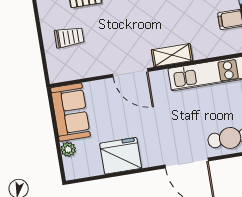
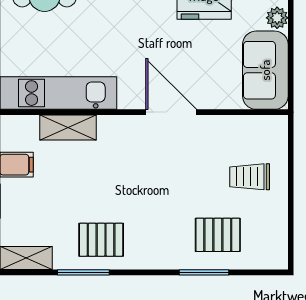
shelving: (172, 55) -> (68, 128), moved

